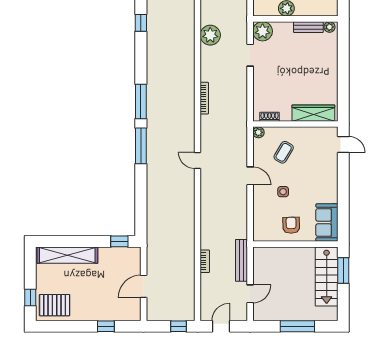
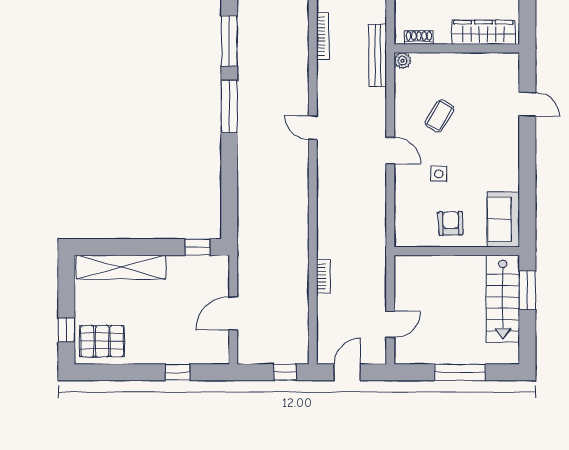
wardrobe: (313, 113) -> (483, 32), moved
shoe rack: (270, 117) -> (419, 38), moved
wall: (295, 124) -> (457, 48), moved
plant: (258, 132) -> (402, 61), moved
bench: (242, 260) -> (378, 55), moved

